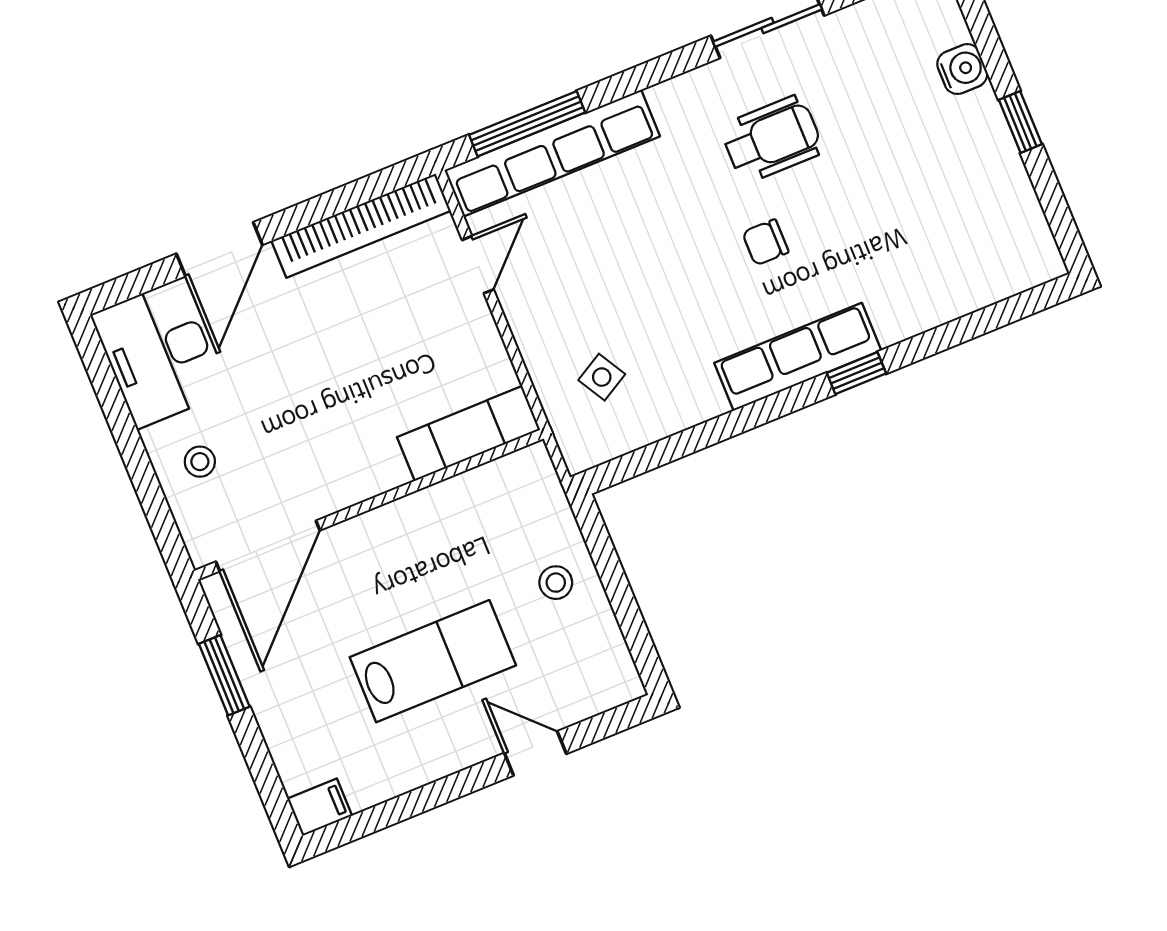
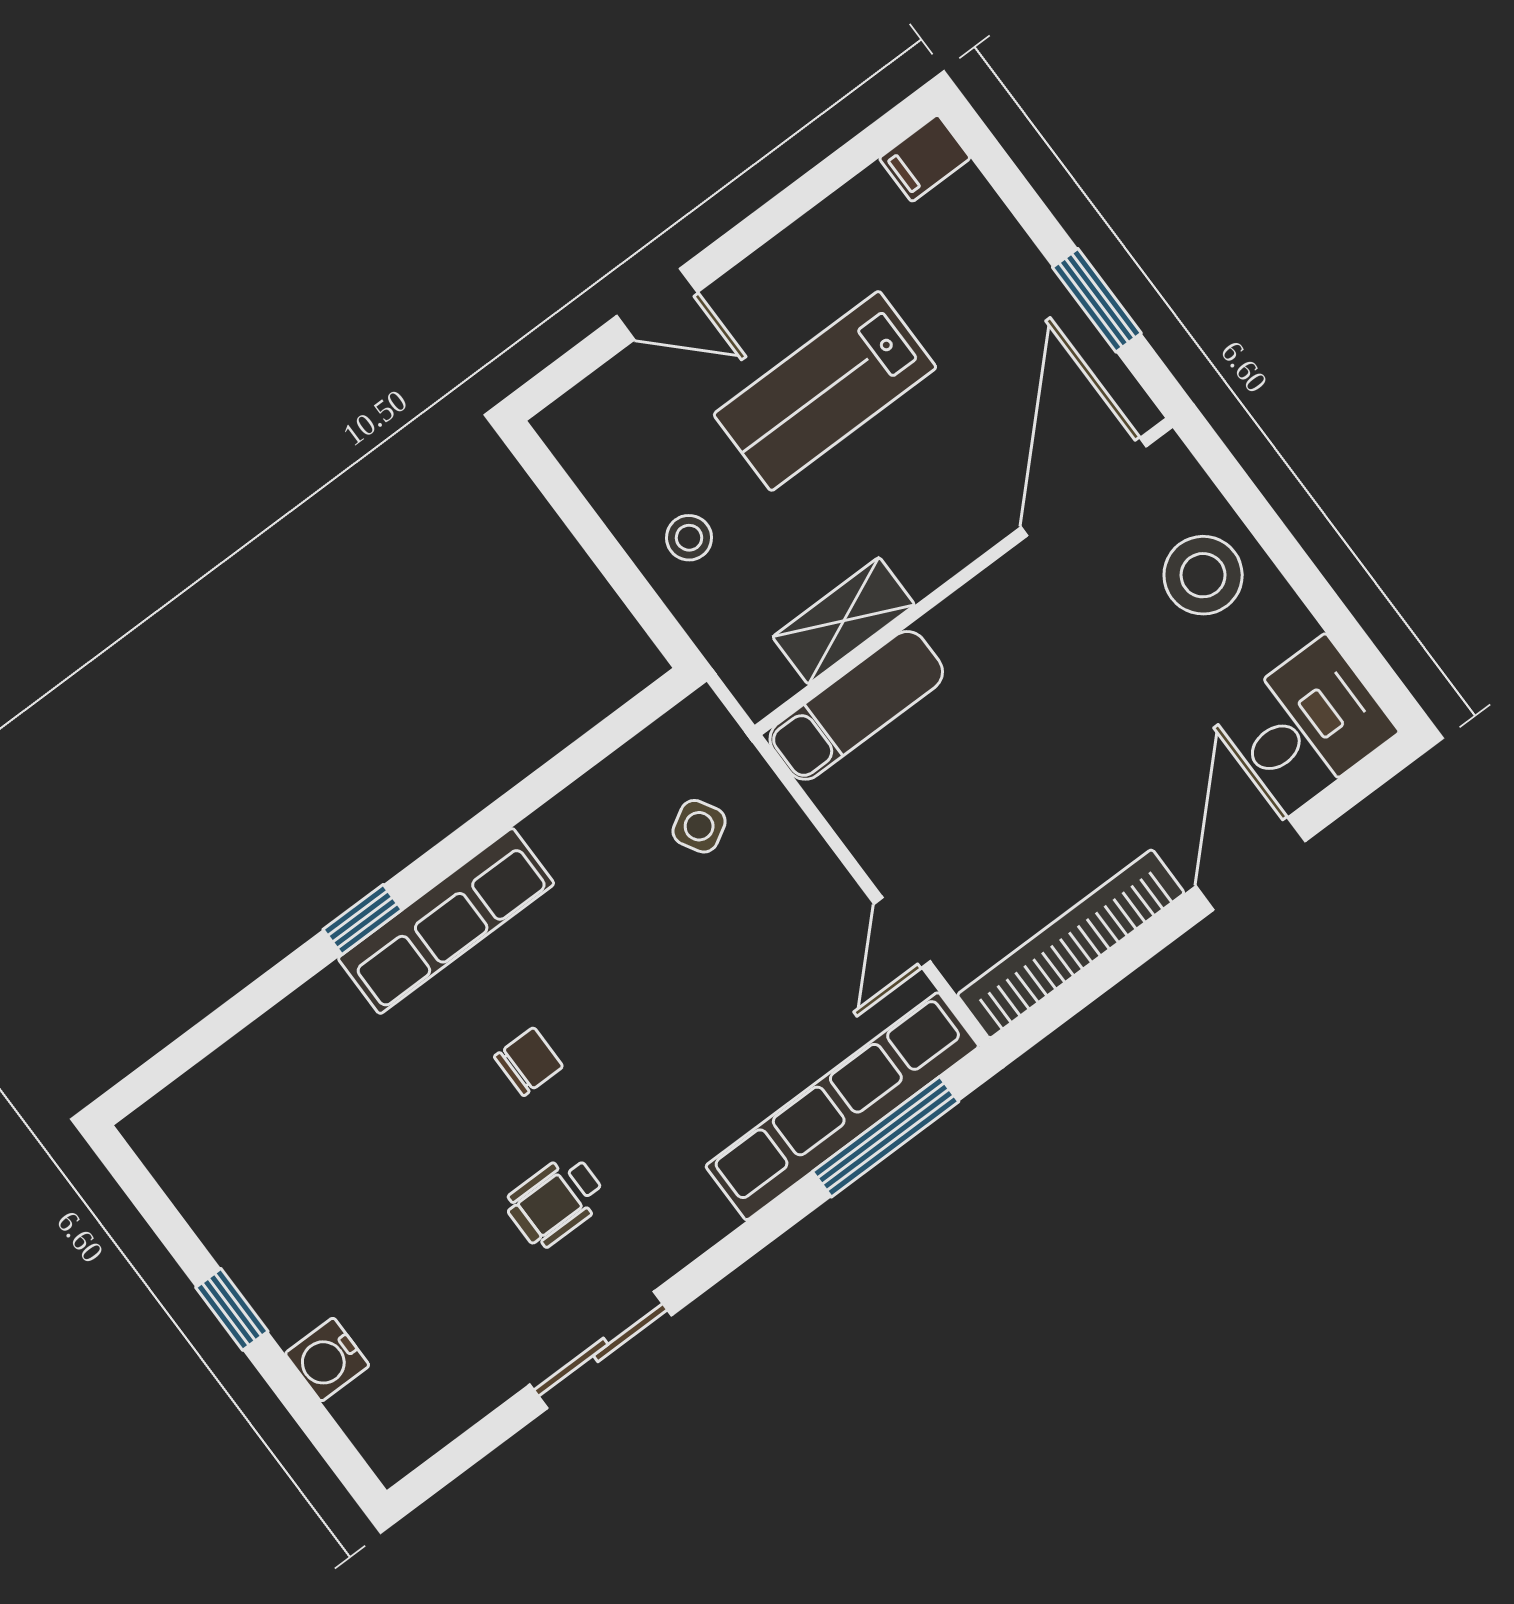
wheelchair: (772, 139) -> (556, 1201), width x0.73, depth x0.73
desk: (158, 354) -> (1309, 722), width x0.73
stool: (200, 462) -> (1203, 575), width x1.89, depth x1.89
shelving: (462, 495) -> (844, 621), added

